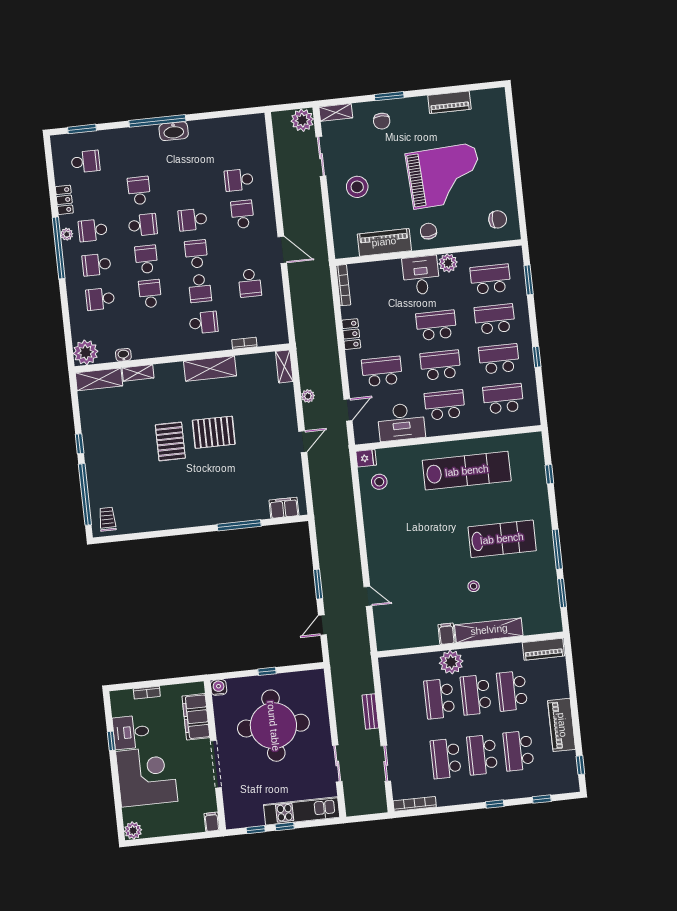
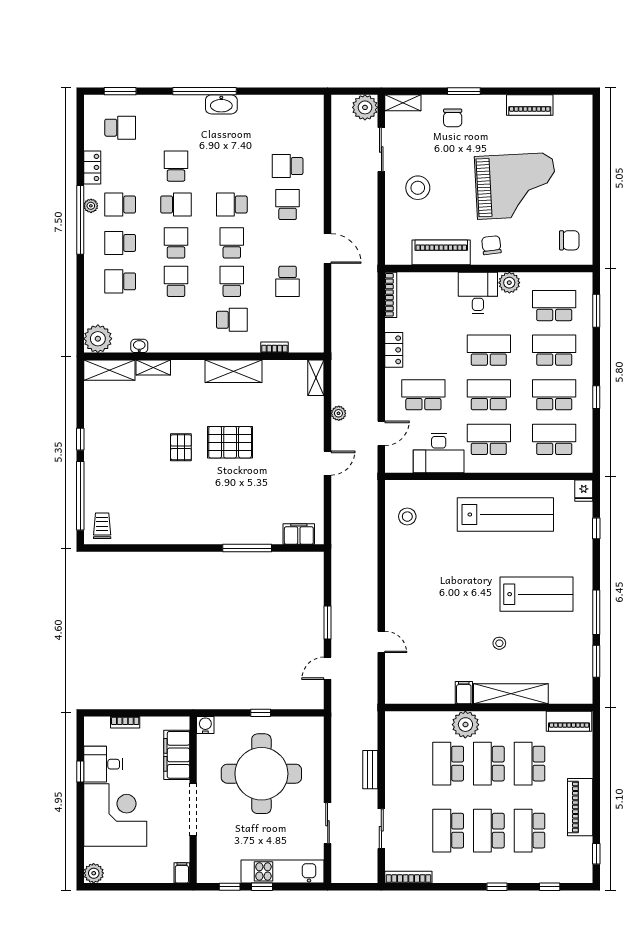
school desk: (200, 288) -> (232, 281), turned 180
pallet: (170, 441) -> (181, 447), width x0.67, depth x0.71
fridge: (366, 458) -> (584, 491), moved, turned 90

